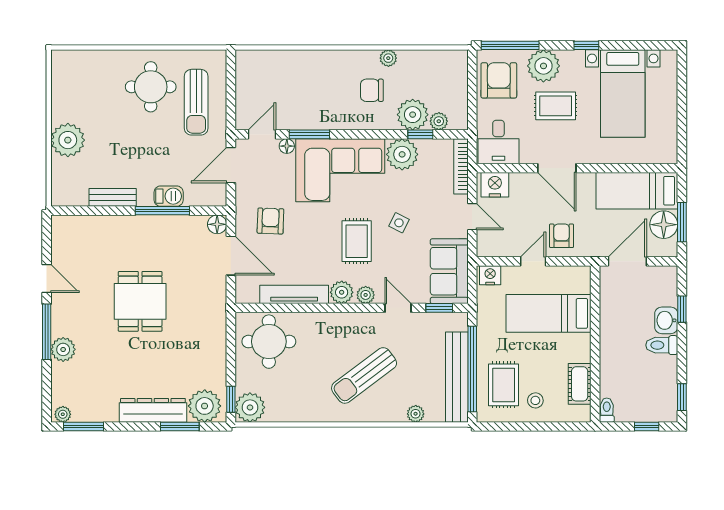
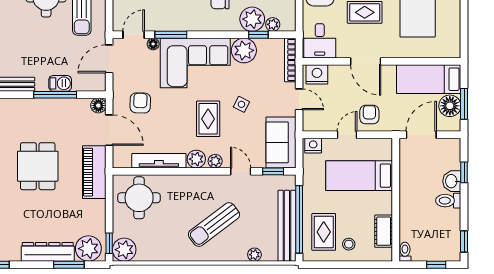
piano: (212, 309) -> (94, 172), added

